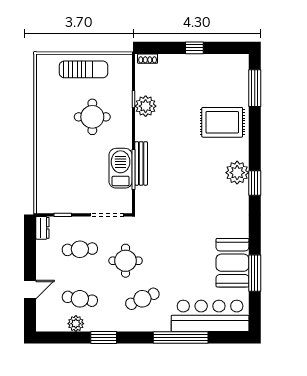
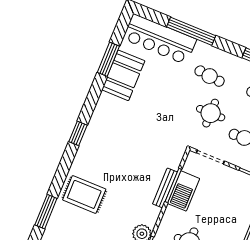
plant: (237, 173) -> (89, 148), removed
cafe table: (142, 299) -> (210, 76), turned 30

